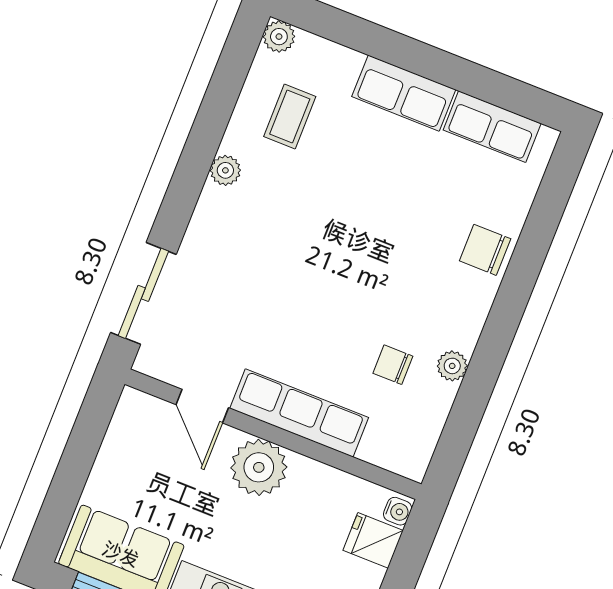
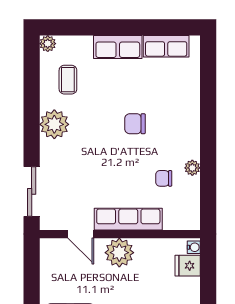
plant: (225, 170) -> (54, 124), width x1.87, depth x1.87
chair: (485, 250) -> (135, 124), moved

